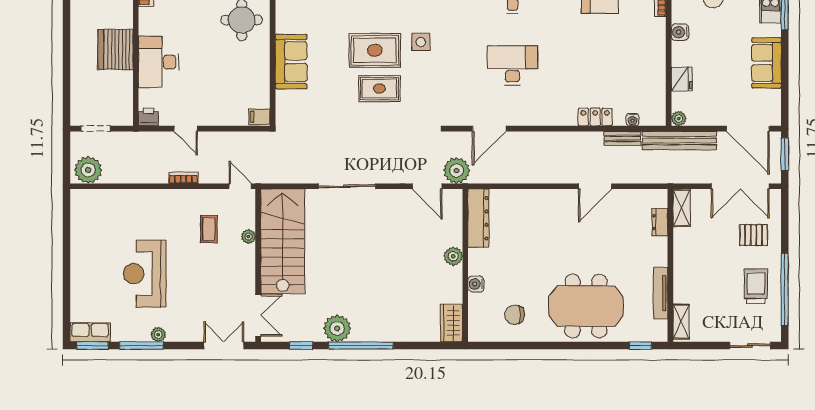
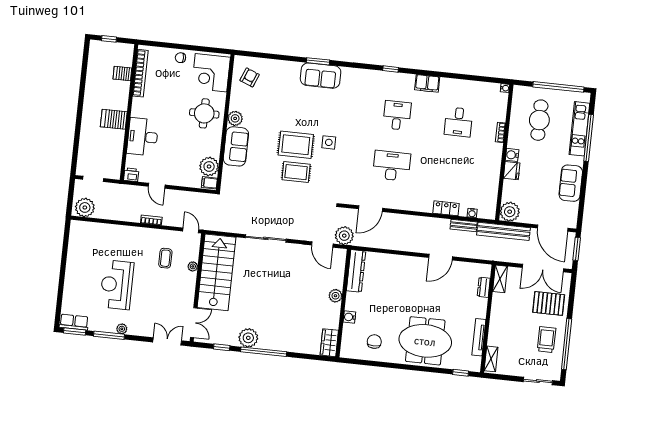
plant: (286, 22) -> (235, 118), added
server rack: (115, 49) -> (114, 119), width x0.62
fridge: (682, 79) -> (512, 171), moved
plant: (256, 94) -> (209, 166), added
plant: (679, 119) -> (510, 212), width x1.88, depth x1.88
pallet: (754, 235) -> (549, 303), width x1.50, depth x1.42
chair: (515, 315) -> (374, 342), turned 90

